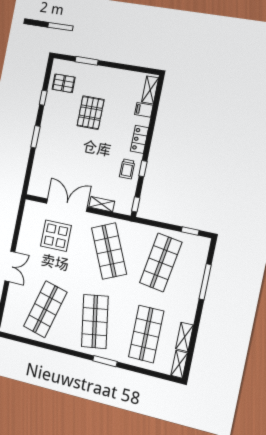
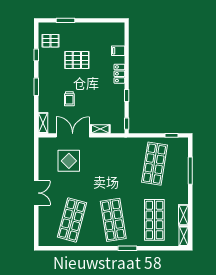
shelving: (150, 90) -> (43, 123), moved
pallet: (91, 113) -> (77, 60), turned 90
trolley: (127, 169) -> (69, 99), moved
shop shelf: (109, 251) -> (113, 164), removed

